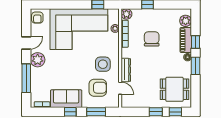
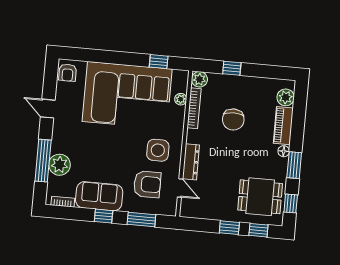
chair: (152, 39) -> (233, 120), turned 180
window: (195, 42) -> (291, 204), moved
door: (26, 43) -> (48, 109), swing flipped
plant: (38, 60) -> (60, 165), moved

